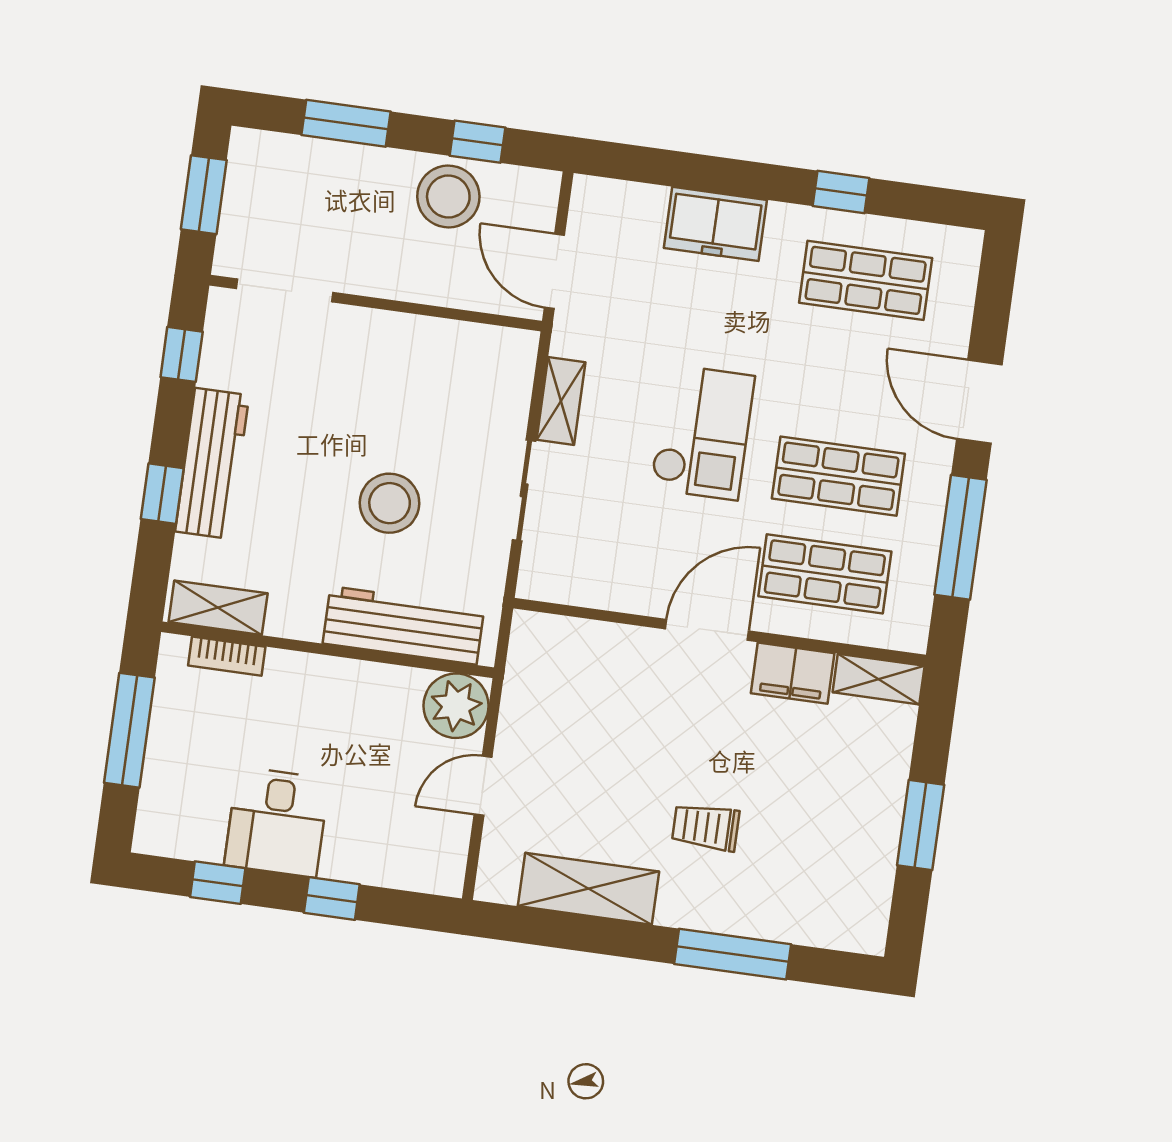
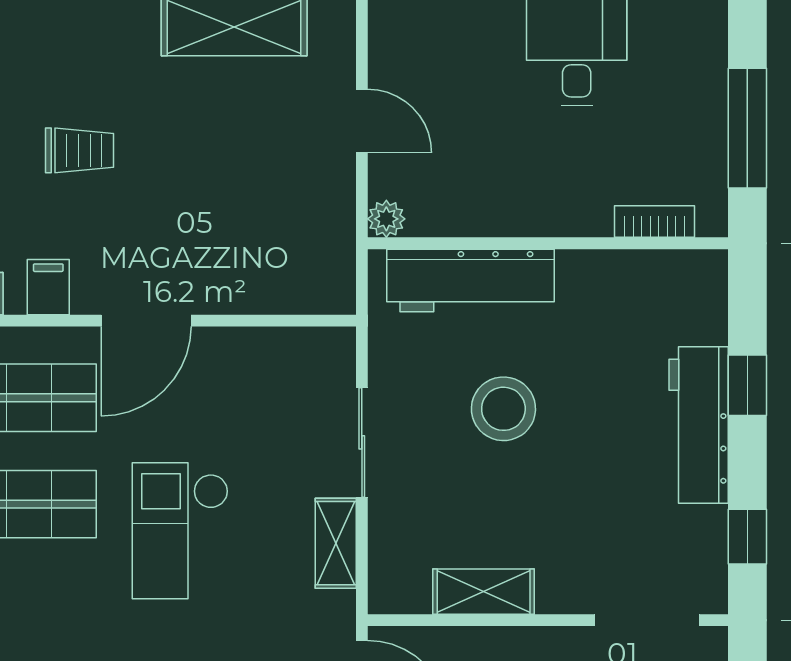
shelving: (218, 608) -> (484, 592), moved
filing cabinet: (793, 673) -> (48, 287), width x0.50
plant: (456, 706) -> (386, 219), width x0.53, depth x0.53
door: (483, 786) -> (362, 121), hinge flipped
trolley: (706, 827) -> (79, 150), moved

